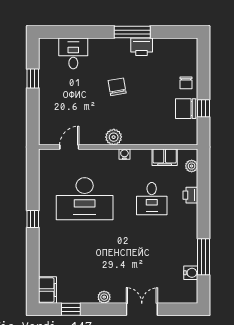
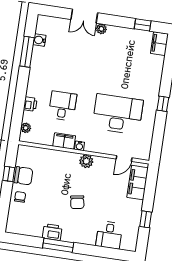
filing cabinet: (49, 121) -> (138, 183), added
filing cabinet: (165, 157) -> (64, 141), moved
plant: (104, 297) -> (101, 29), moved

